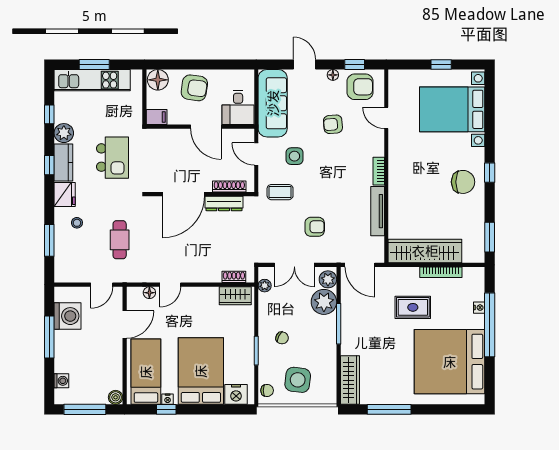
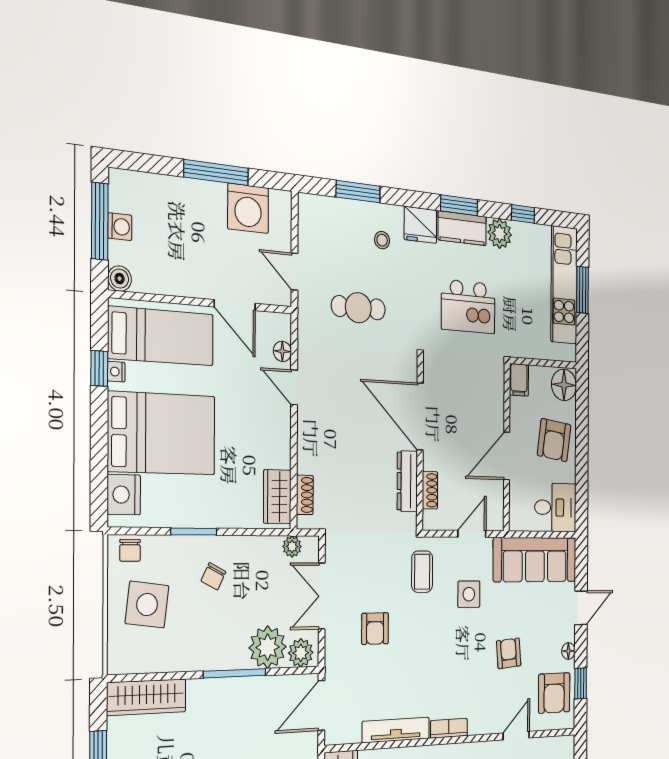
desk: (238, 108) -> (555, 507), moved, turned 180
window: (49, 165) -> (459, 205), width x1.50
shoe rack: (229, 186) -> (430, 490), width x0.70
washing machine: (61, 381) -> (120, 227), moved, turned -90

